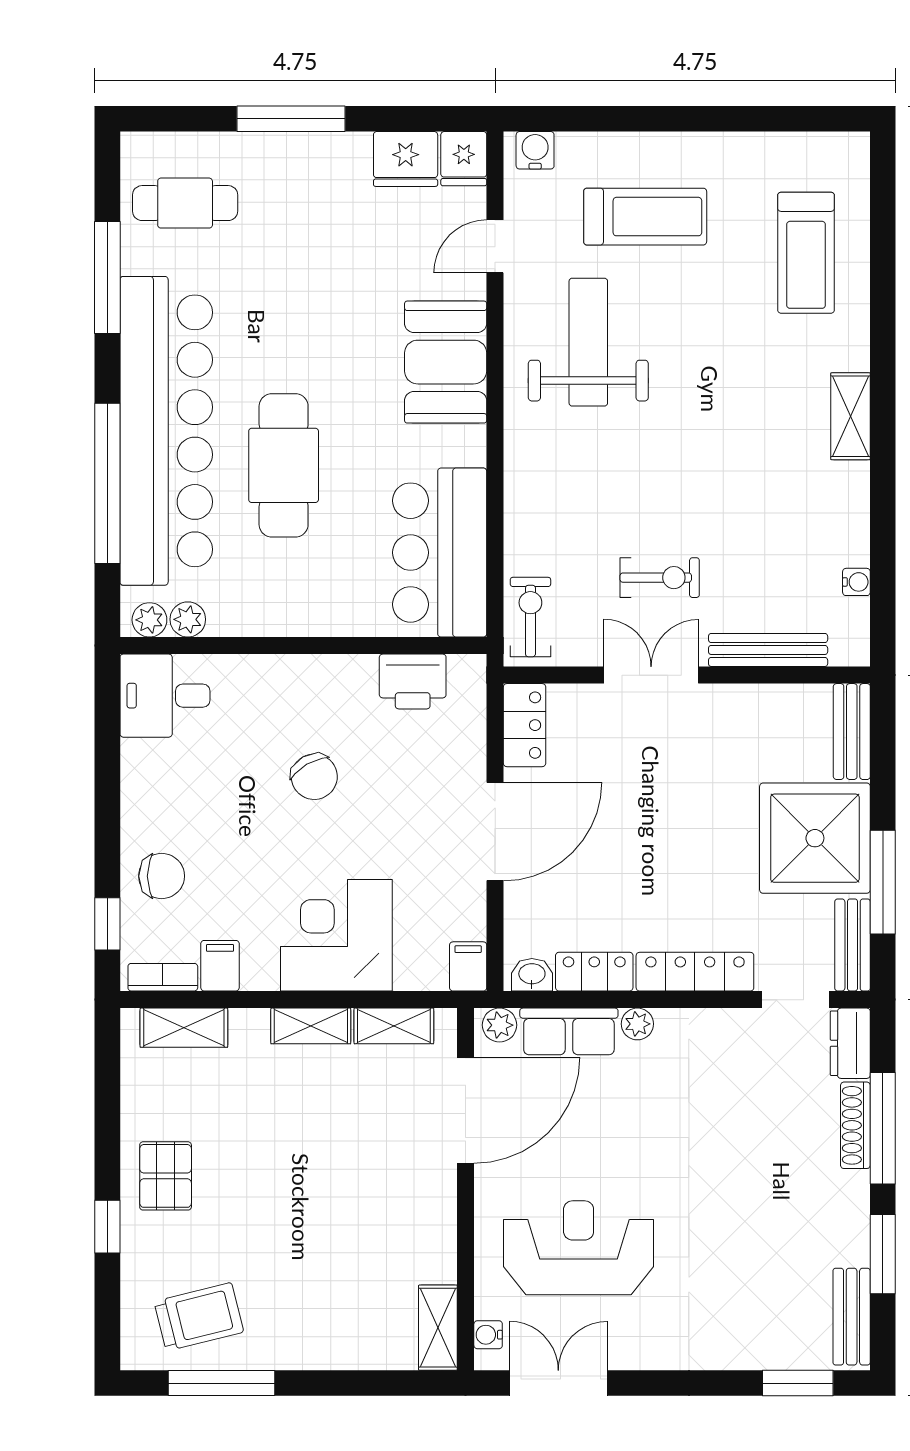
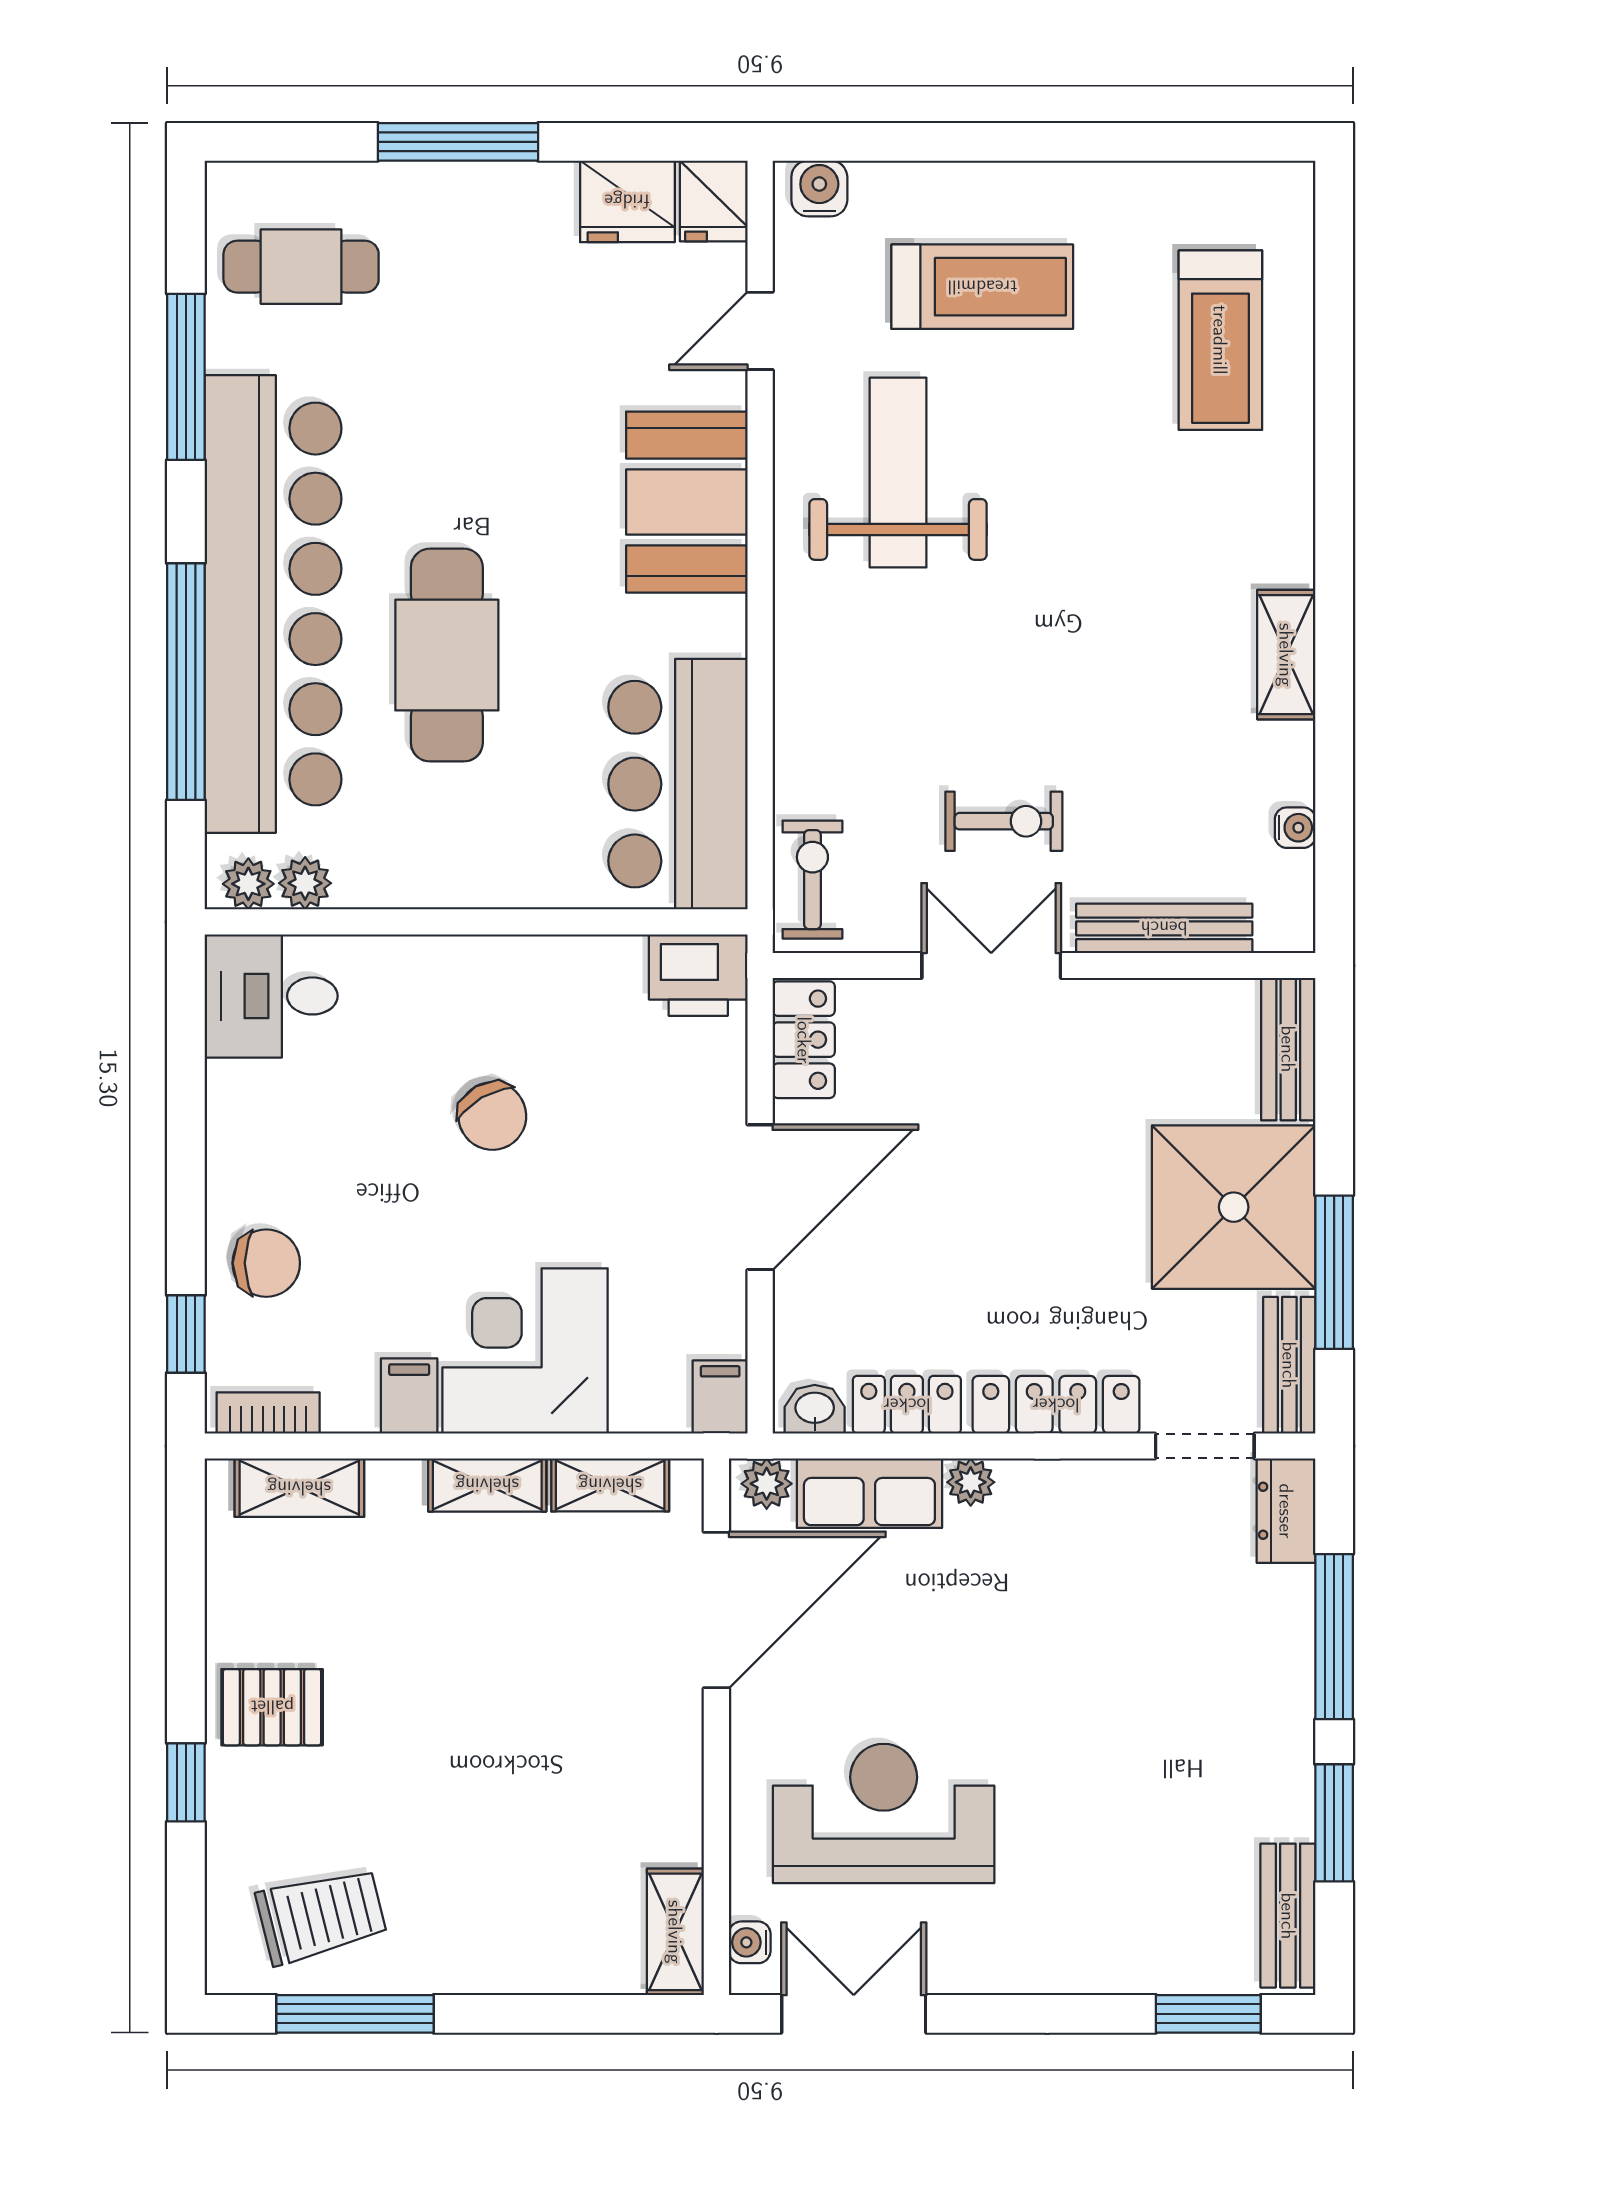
shelving: (850, 416) -> (1286, 655), moved
printer: (413, 681) -> (698, 975), moved
filing cabinet: (220, 966) -> (409, 1396), moved
shoe rack: (855, 1125) -> (1294, 1632), removed
pallet: (166, 1176) -> (272, 1707), turned 90

